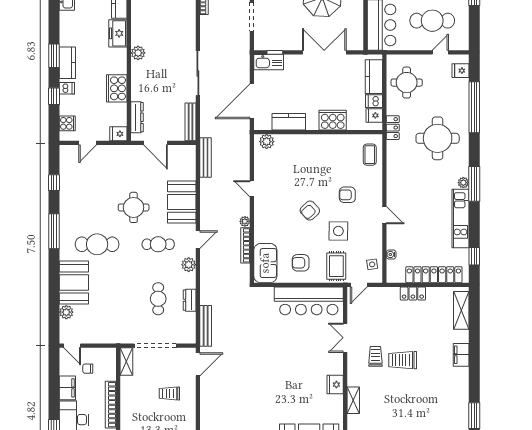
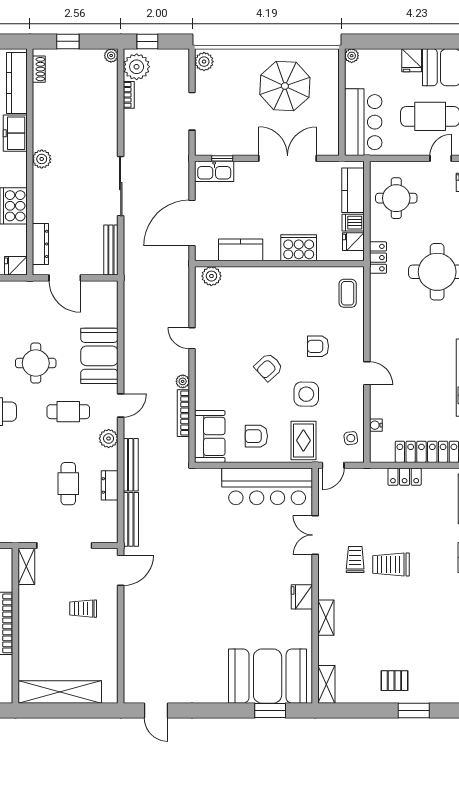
bench: (205, 157) -> (131, 465), moved

